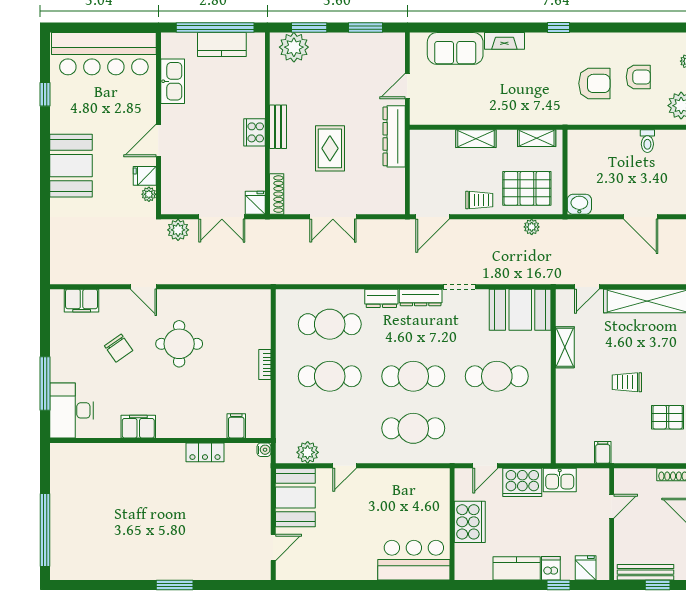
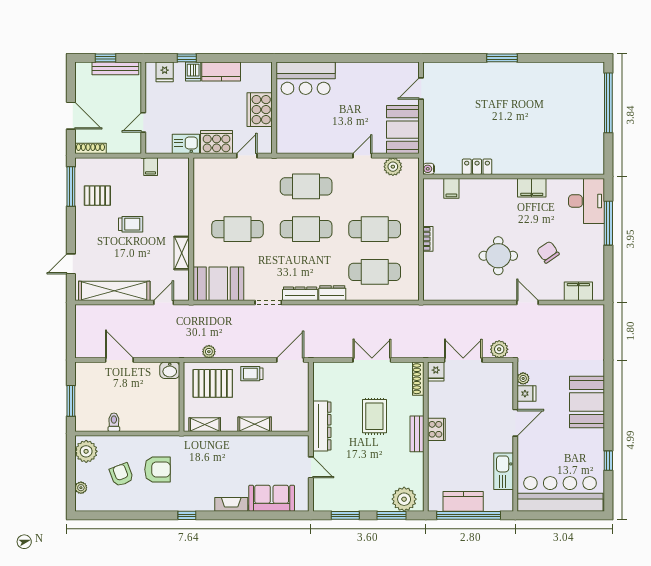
armchair: (638, 77) -> (121, 475), turned 69
armchair: (594, 83) -> (157, 469), turned 180
door: (407, 86) -> (311, 467), hinge flipped

